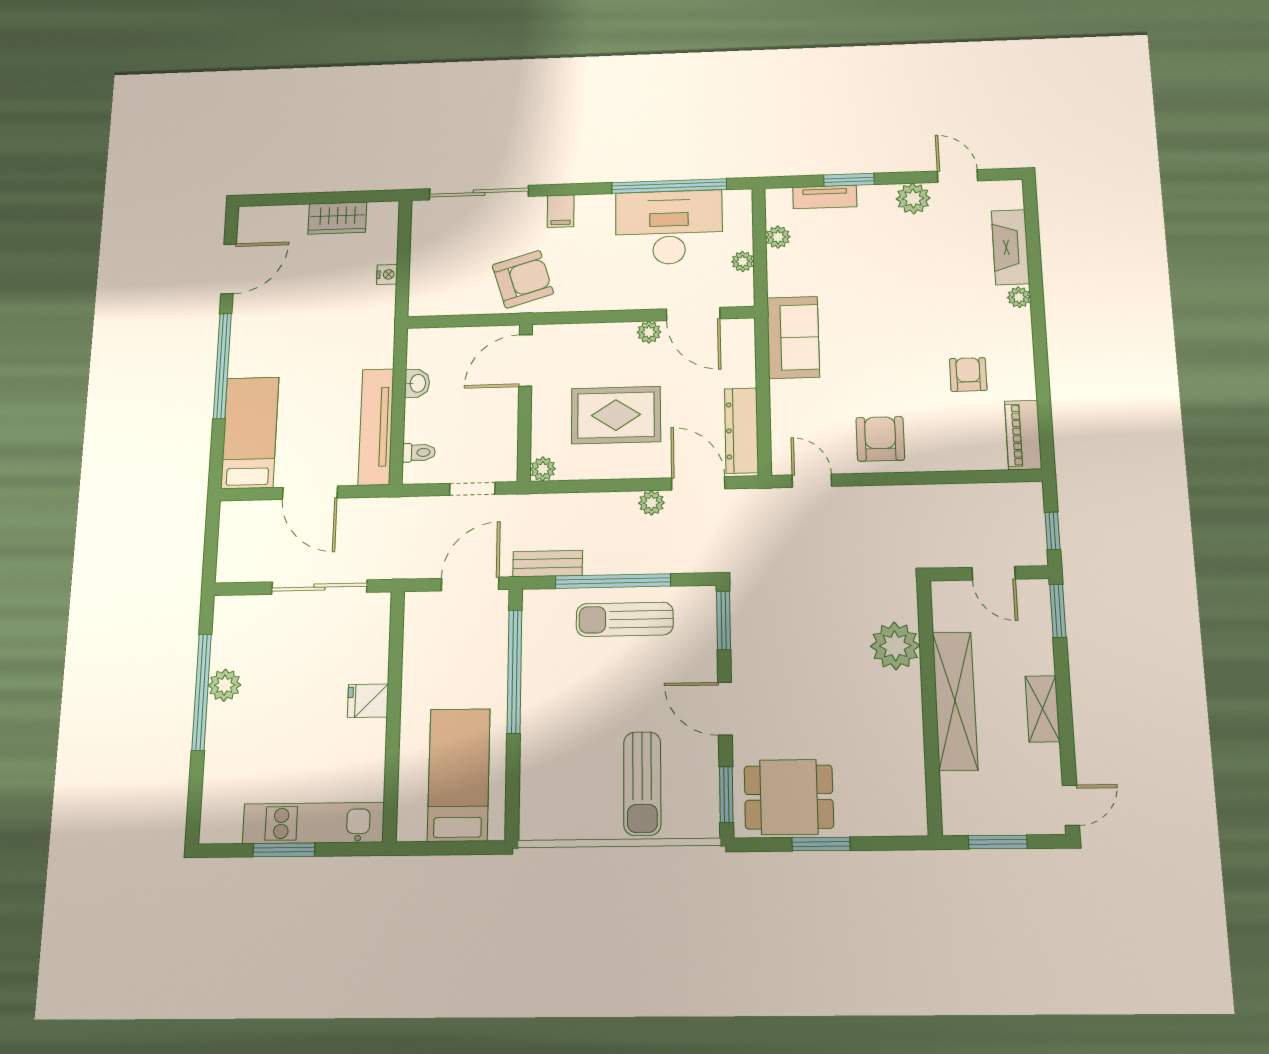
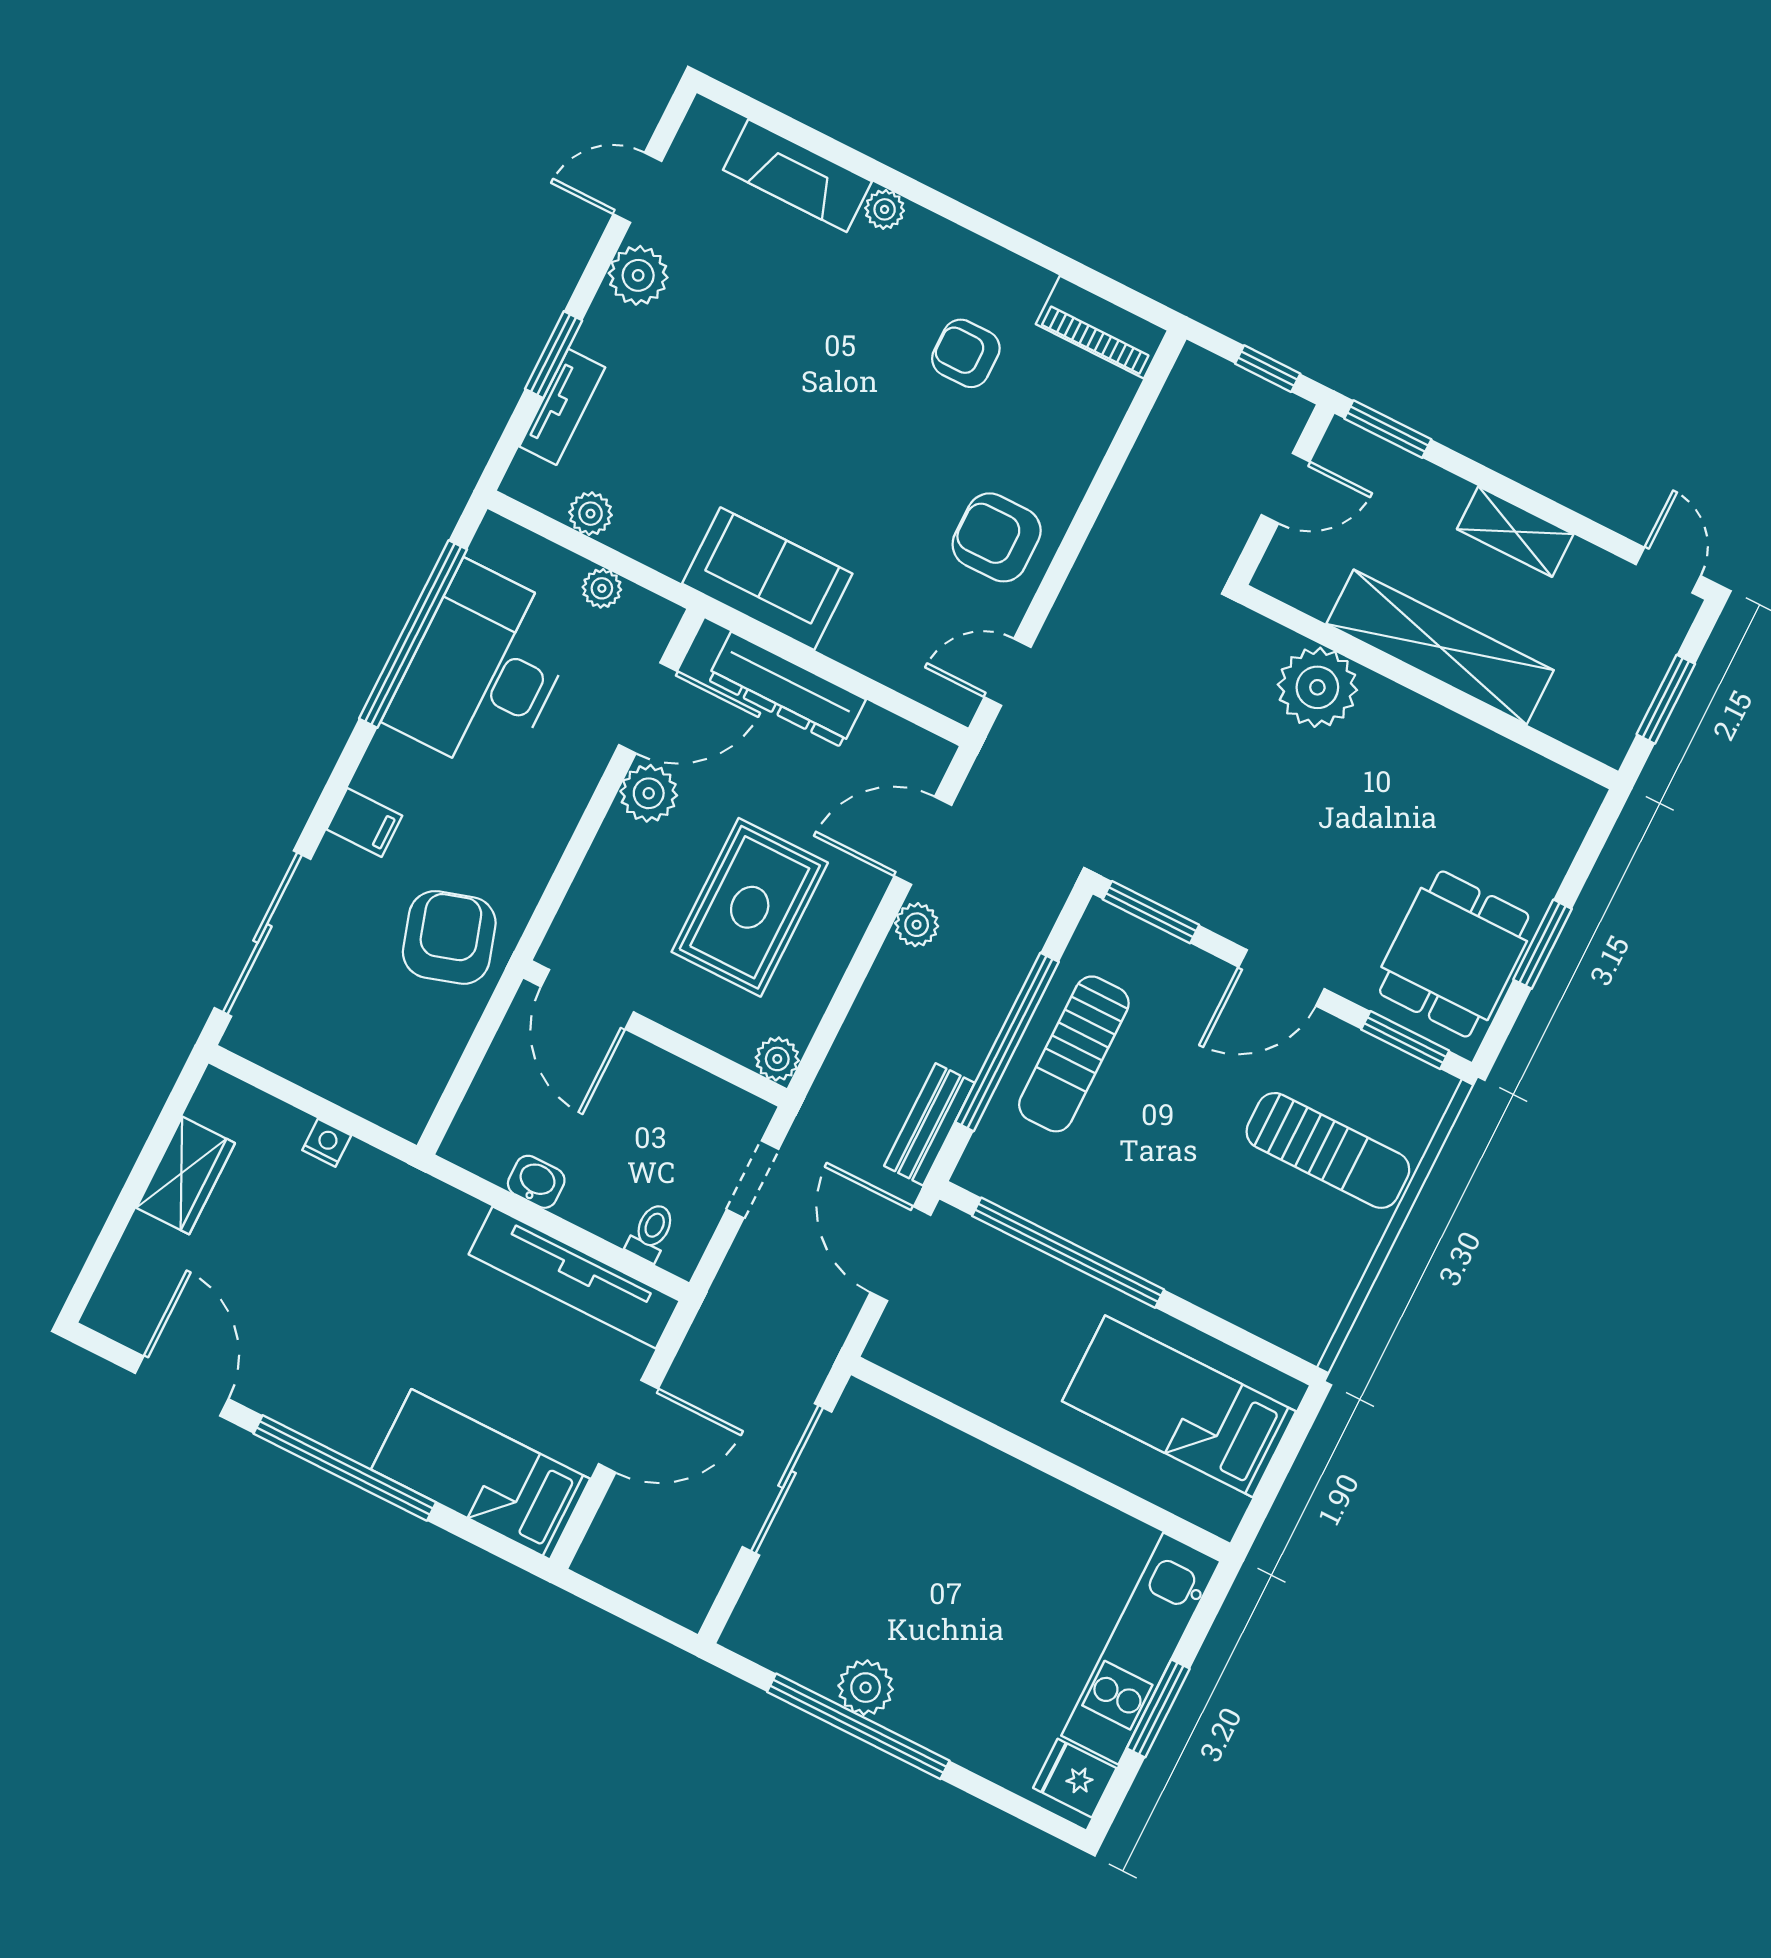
plant: (649, 332) -> (649, 793), width x1.38, depth x1.38
dresser: (742, 431) -> (786, 690), moved
fridge: (368, 701) -> (1075, 1778), moved, turned 90

